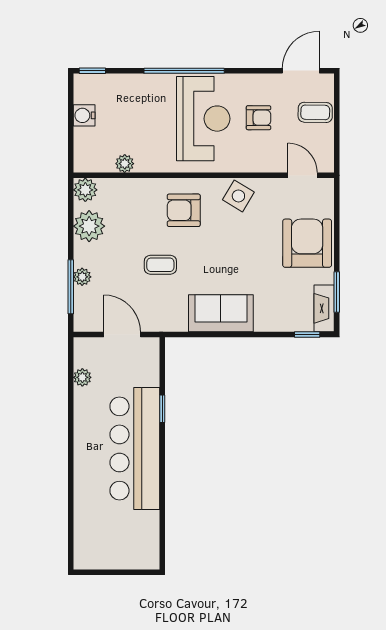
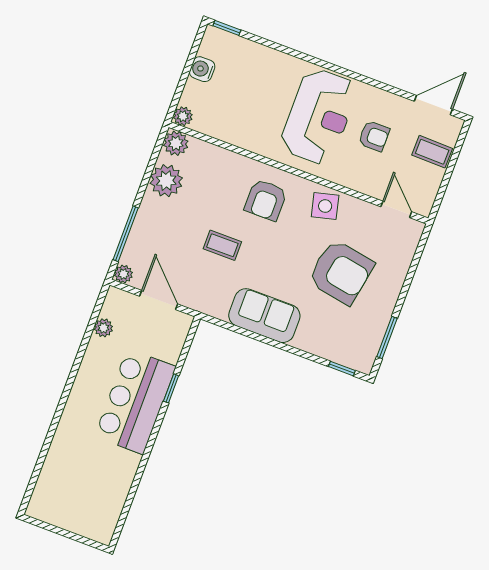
window: (184, 71) -> (318, 62), removed
plant: (125, 164) -> (183, 116), moved
side table: (238, 196) -> (325, 206), turned 45
armchair: (184, 210) -> (266, 200), turned -90
armchair: (307, 243) -> (341, 272), moved, turned 100
plant: (82, 277) -> (123, 274), moved
fireplace: (324, 308) -> (368, 349), removed
bar counter: (135, 448) -> (135, 402), width x0.73

